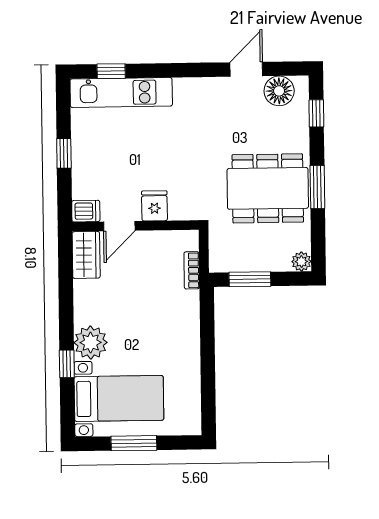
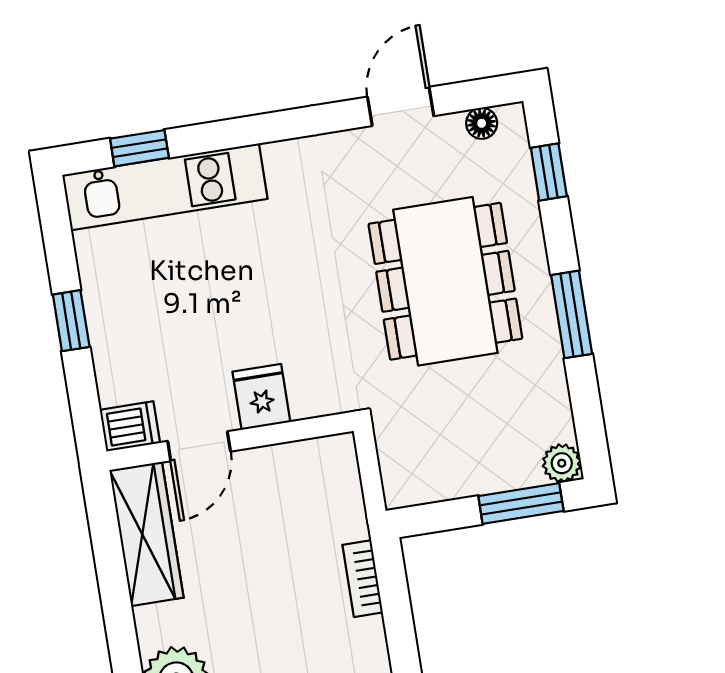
floor lamp: (279, 91) -> (482, 123), width x0.53, depth x0.53
dining table: (268, 188) -> (445, 281), moved, turned 90
wardrobe: (86, 255) -> (146, 534), width x1.50
bookcase: (192, 270) -> (363, 579), moved
window: (250, 279) -> (521, 503), moved

